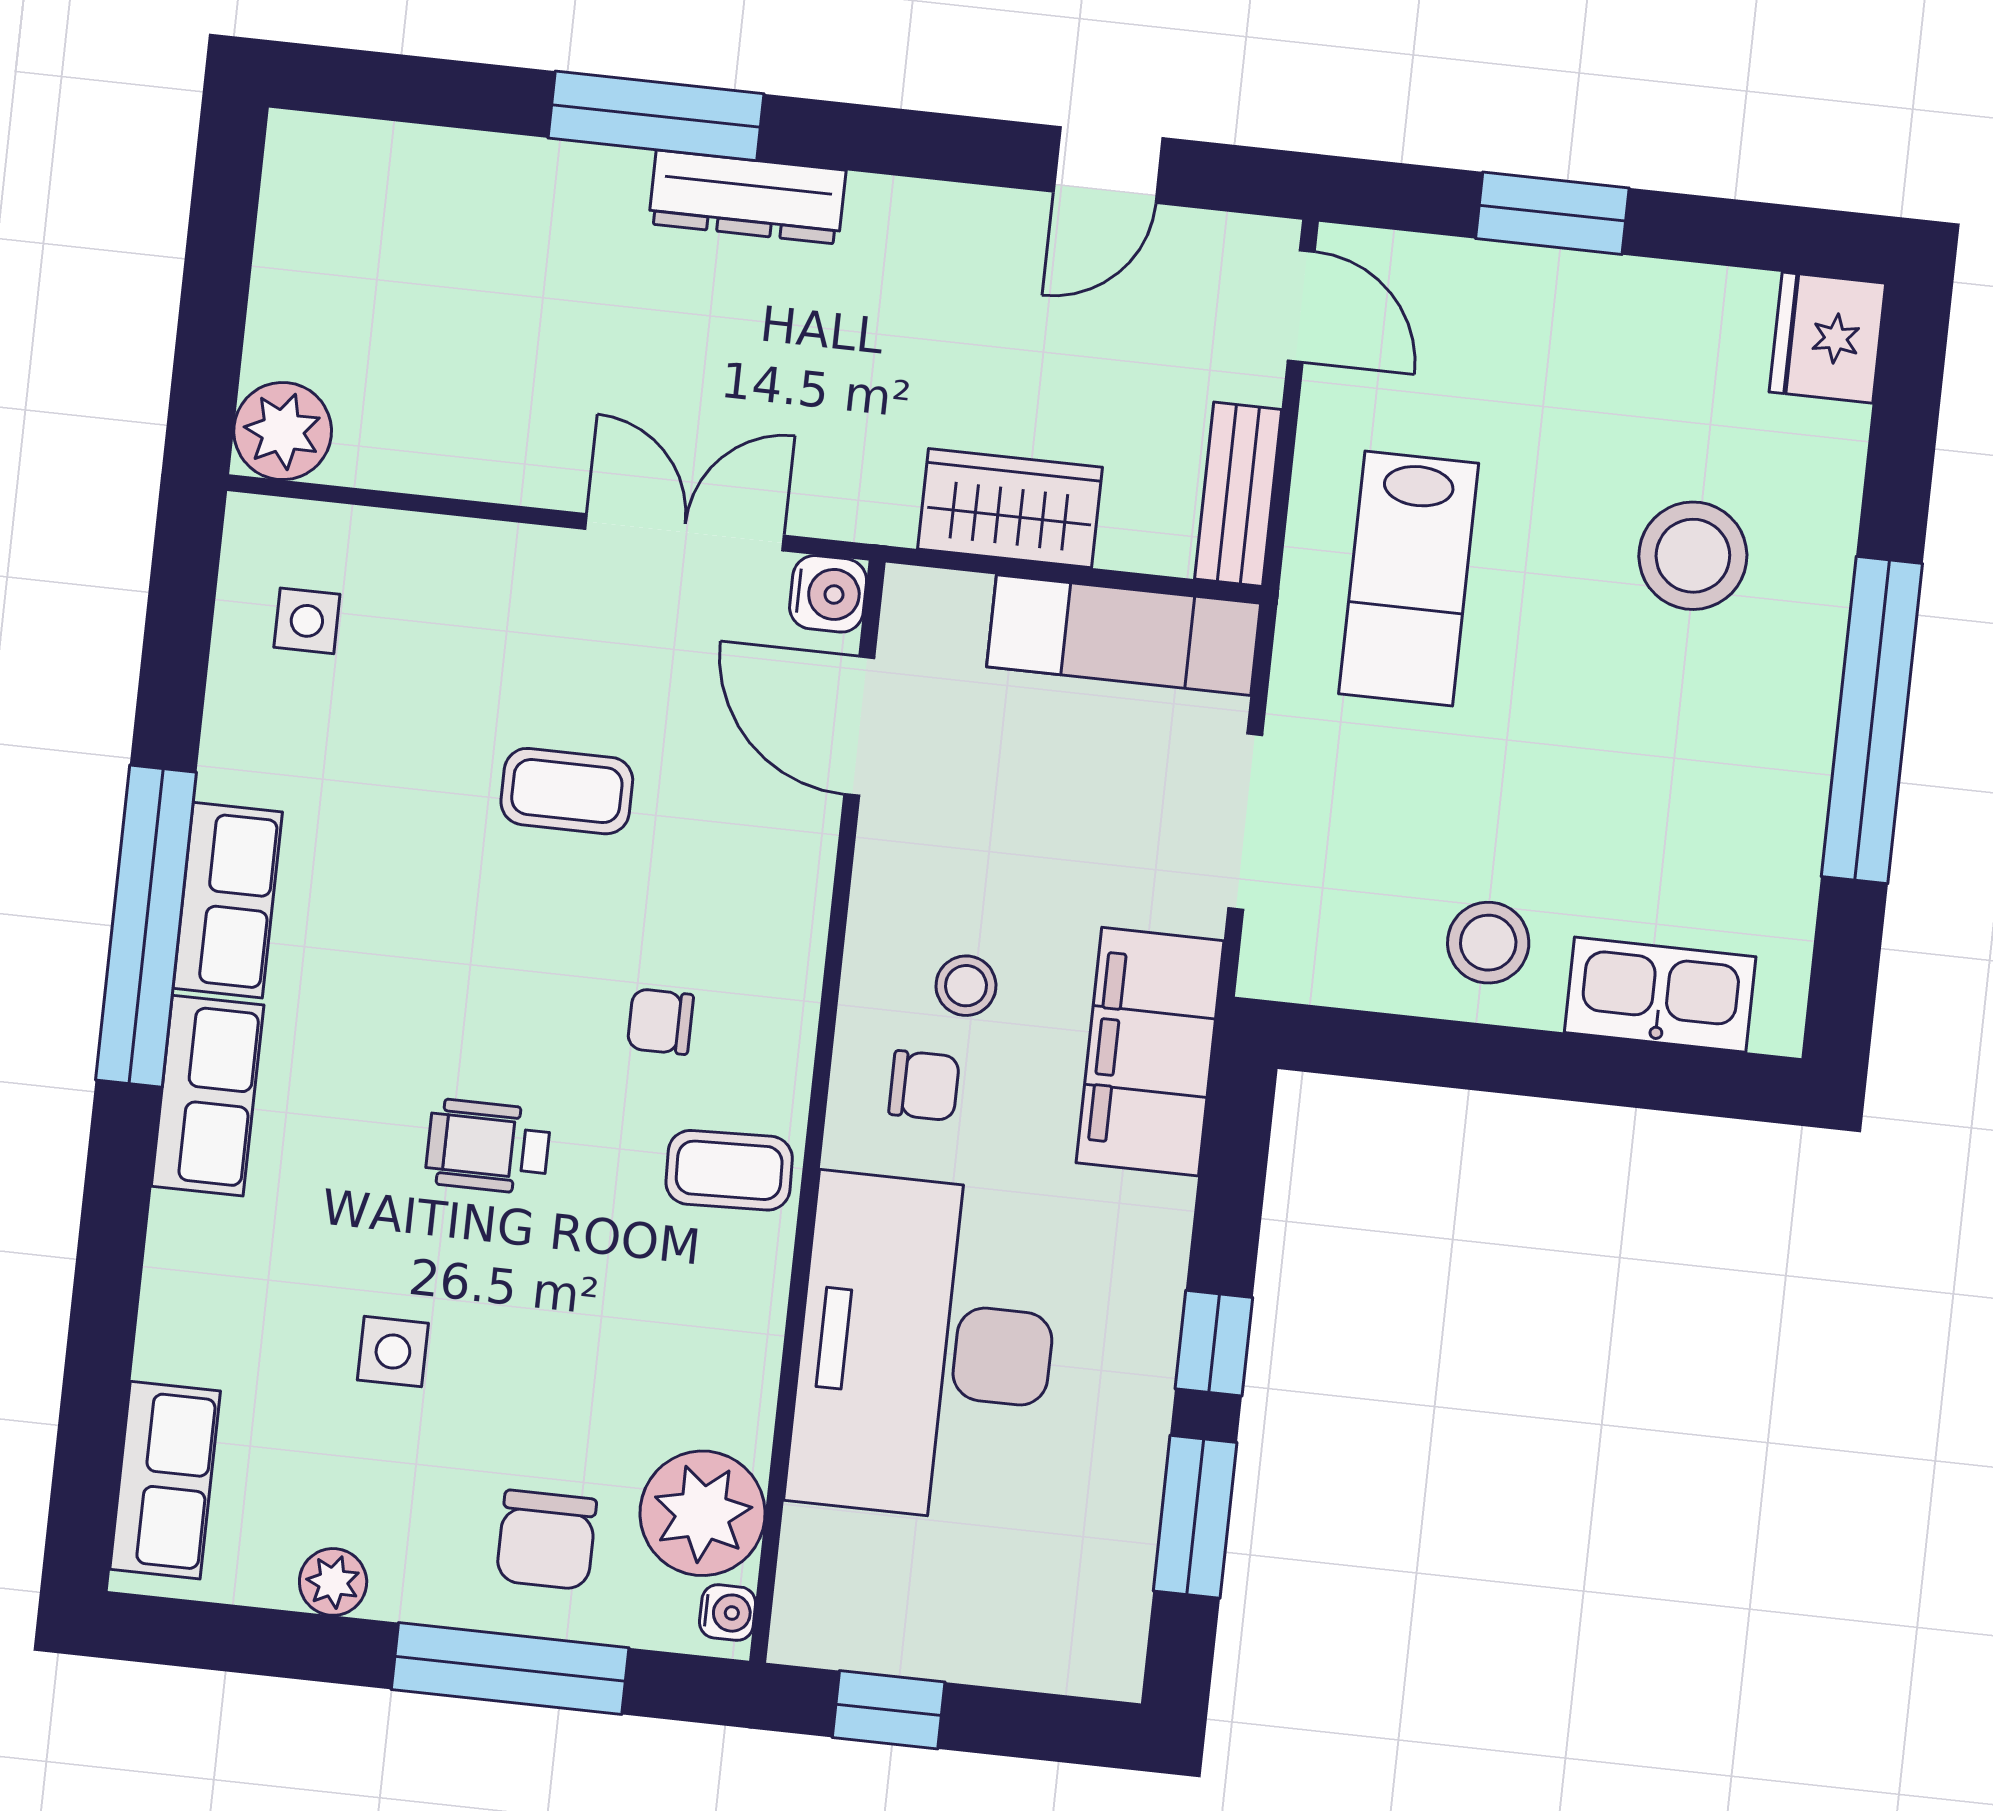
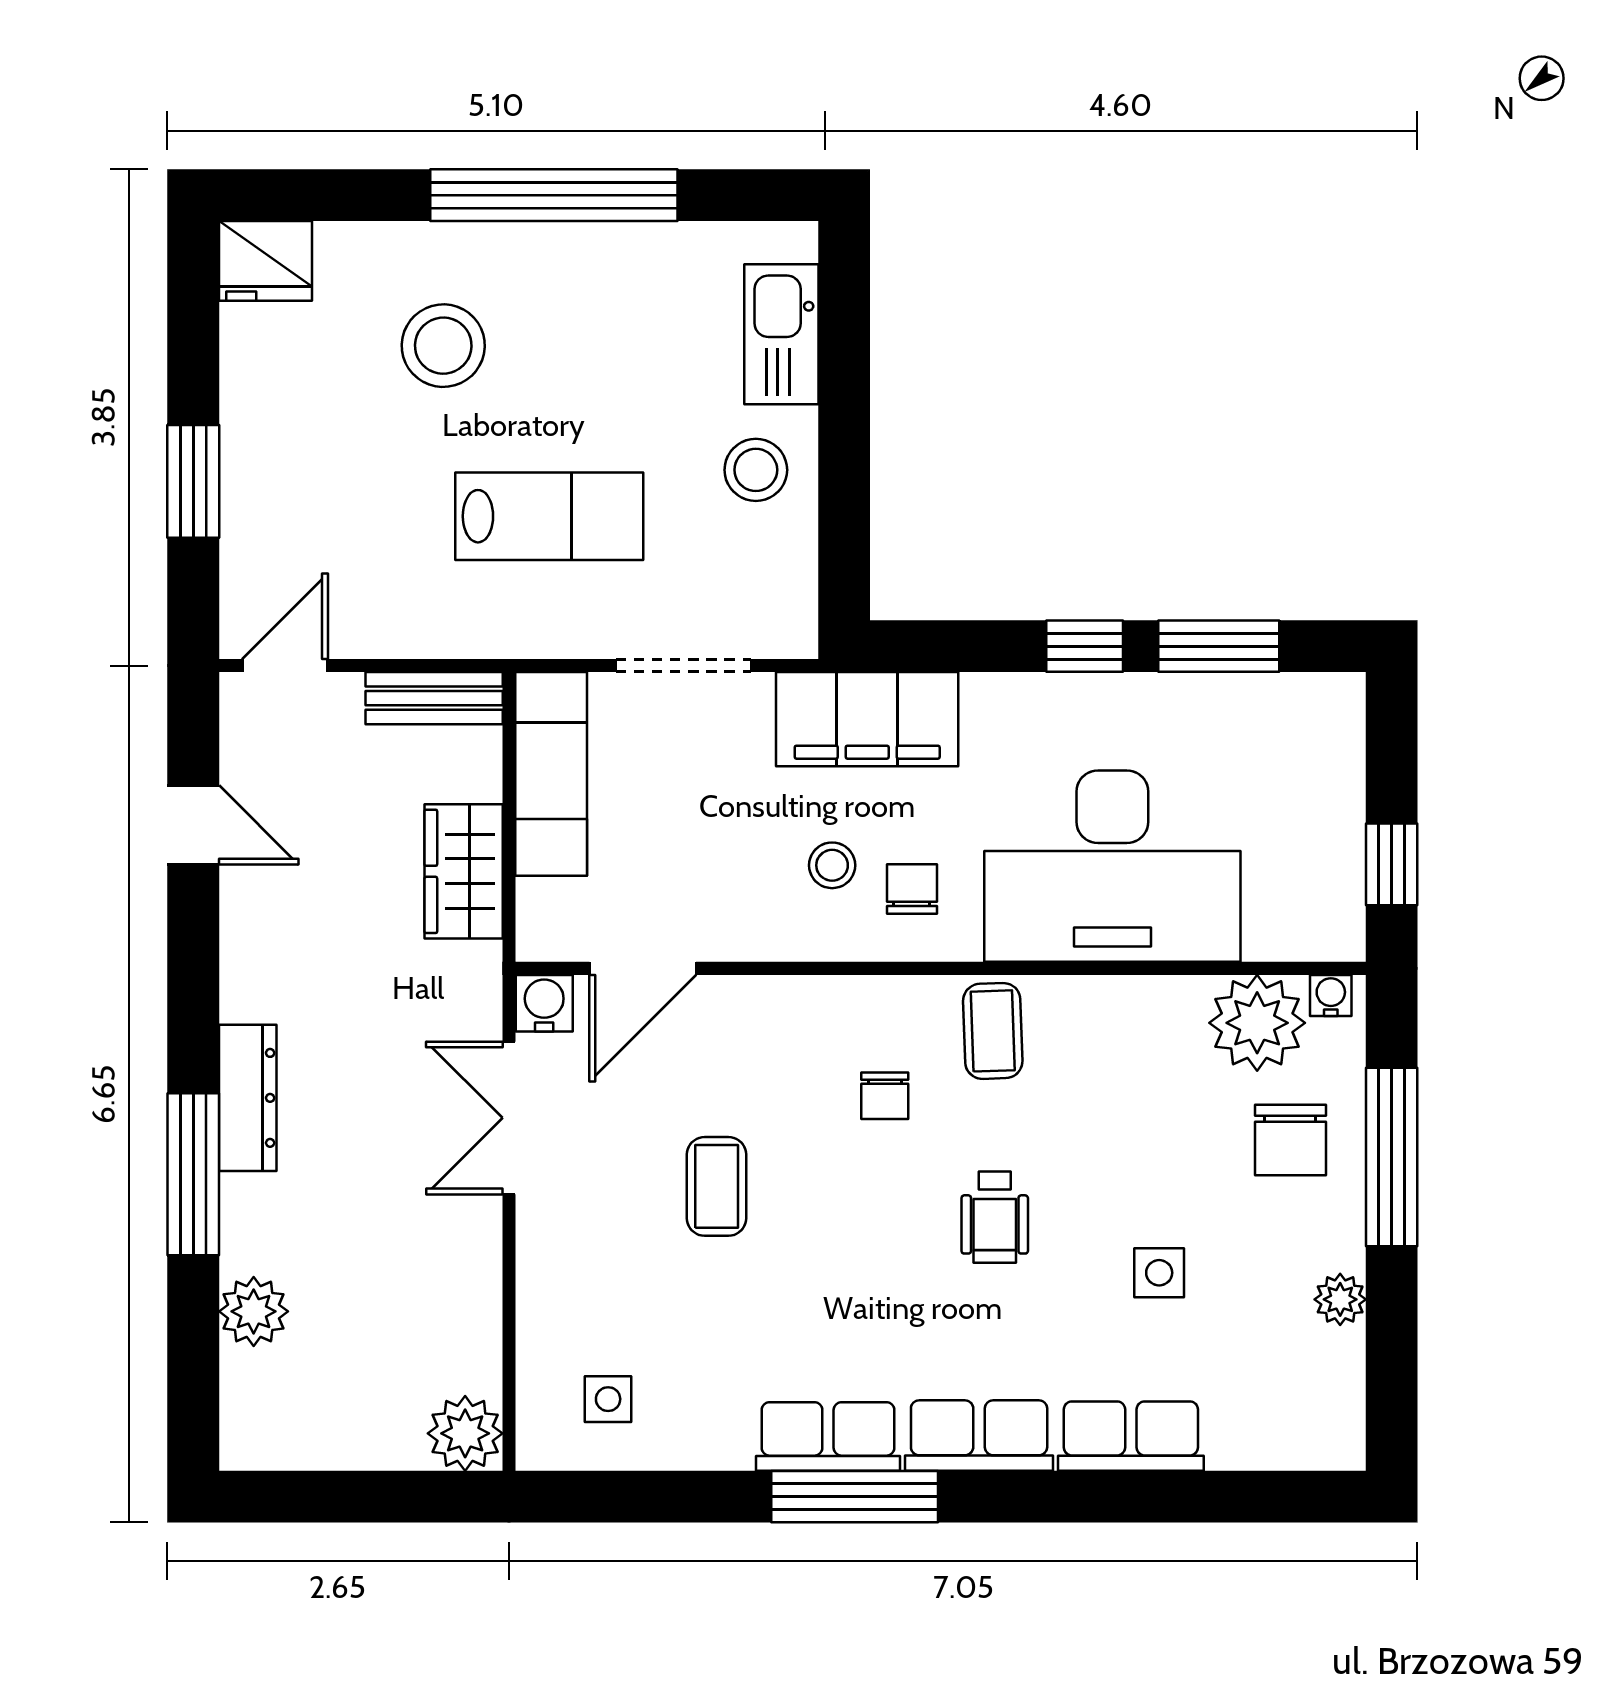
plant: (470, 175) -> (254, 1311), added
lab bench: (1409, 579) -> (549, 516), moved
window: (146, 926) -> (855, 1497), width x0.68
row of seats: (165, 1480) -> (1131, 1436), moved
chair: (546, 1540) -> (1290, 1140), turned 90

